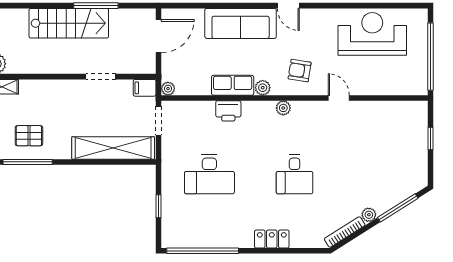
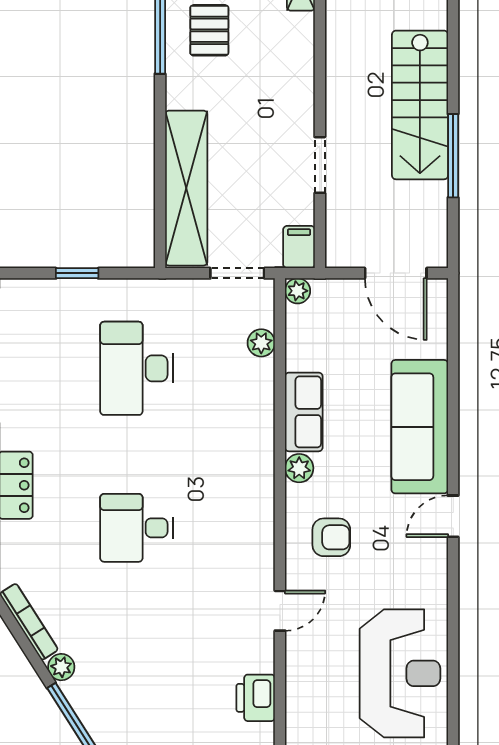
armchair: (300, 71) -> (331, 537), turned 81
plant: (283, 108) -> (261, 343), moved
printer: (228, 111) -> (256, 698), moved

